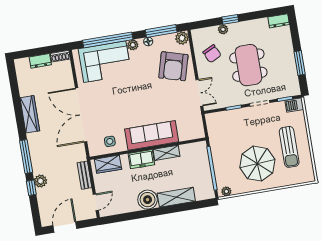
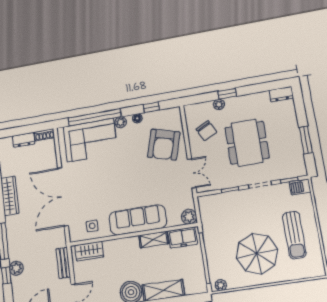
window: (161, 31) -> (151, 107), width x0.46
plant: (182, 38) -> (189, 217), moved
freezer: (141, 159) -> (183, 238), moved

